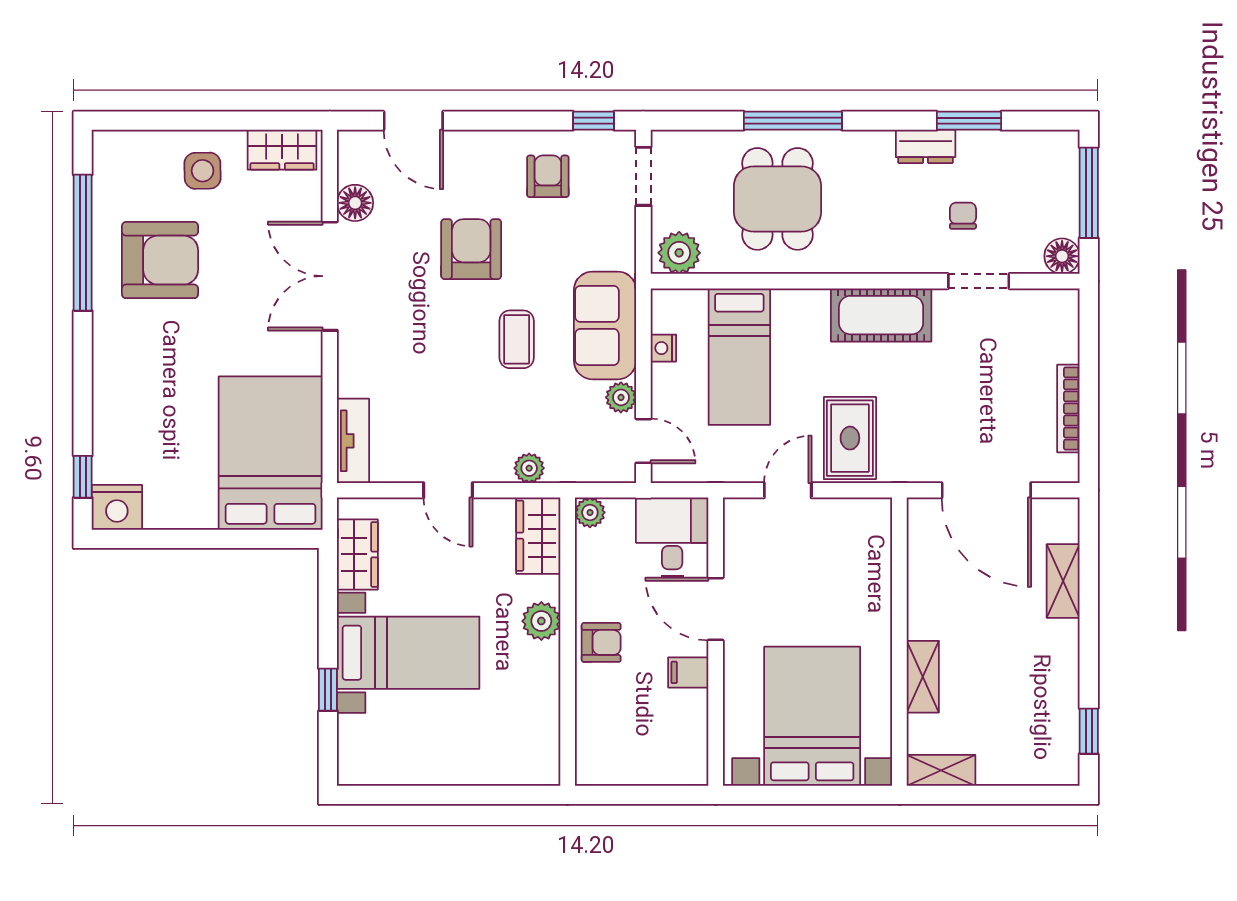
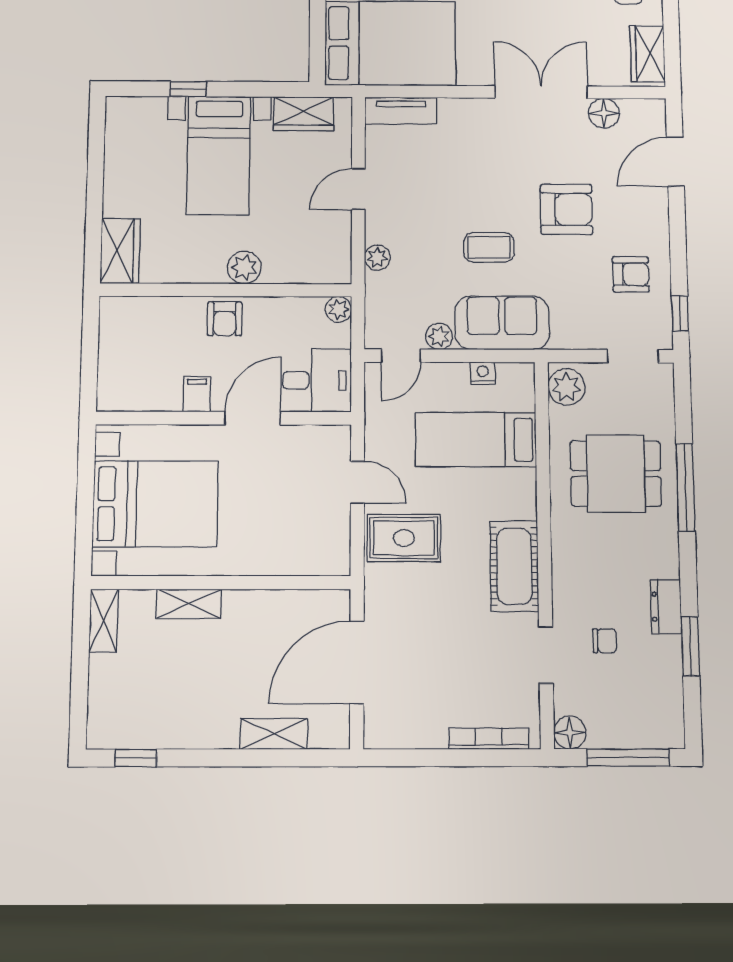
bookcase: (1068, 408) -> (489, 739), moved
wardrobe: (538, 536) -> (120, 251), moved, turned 90

